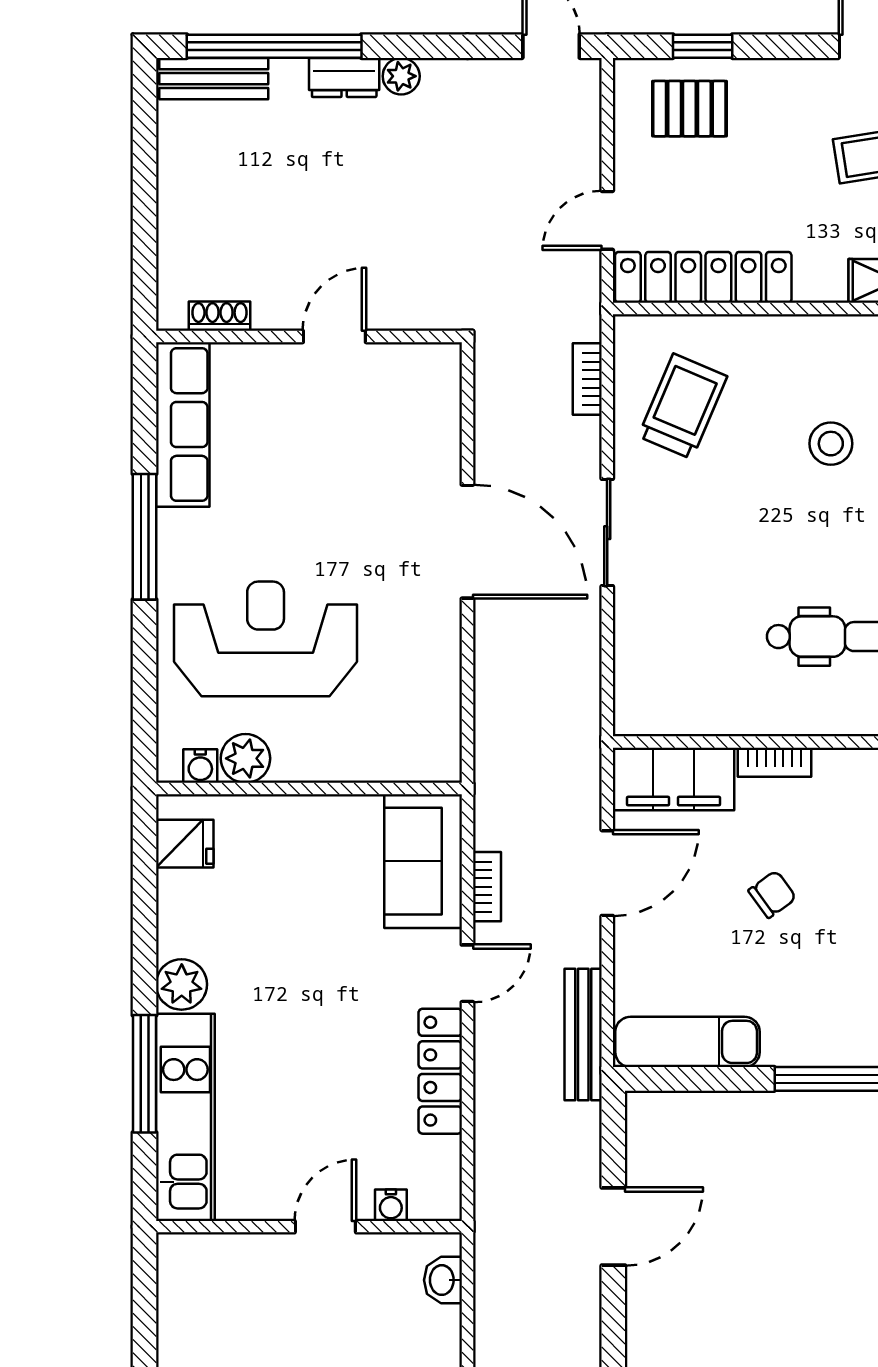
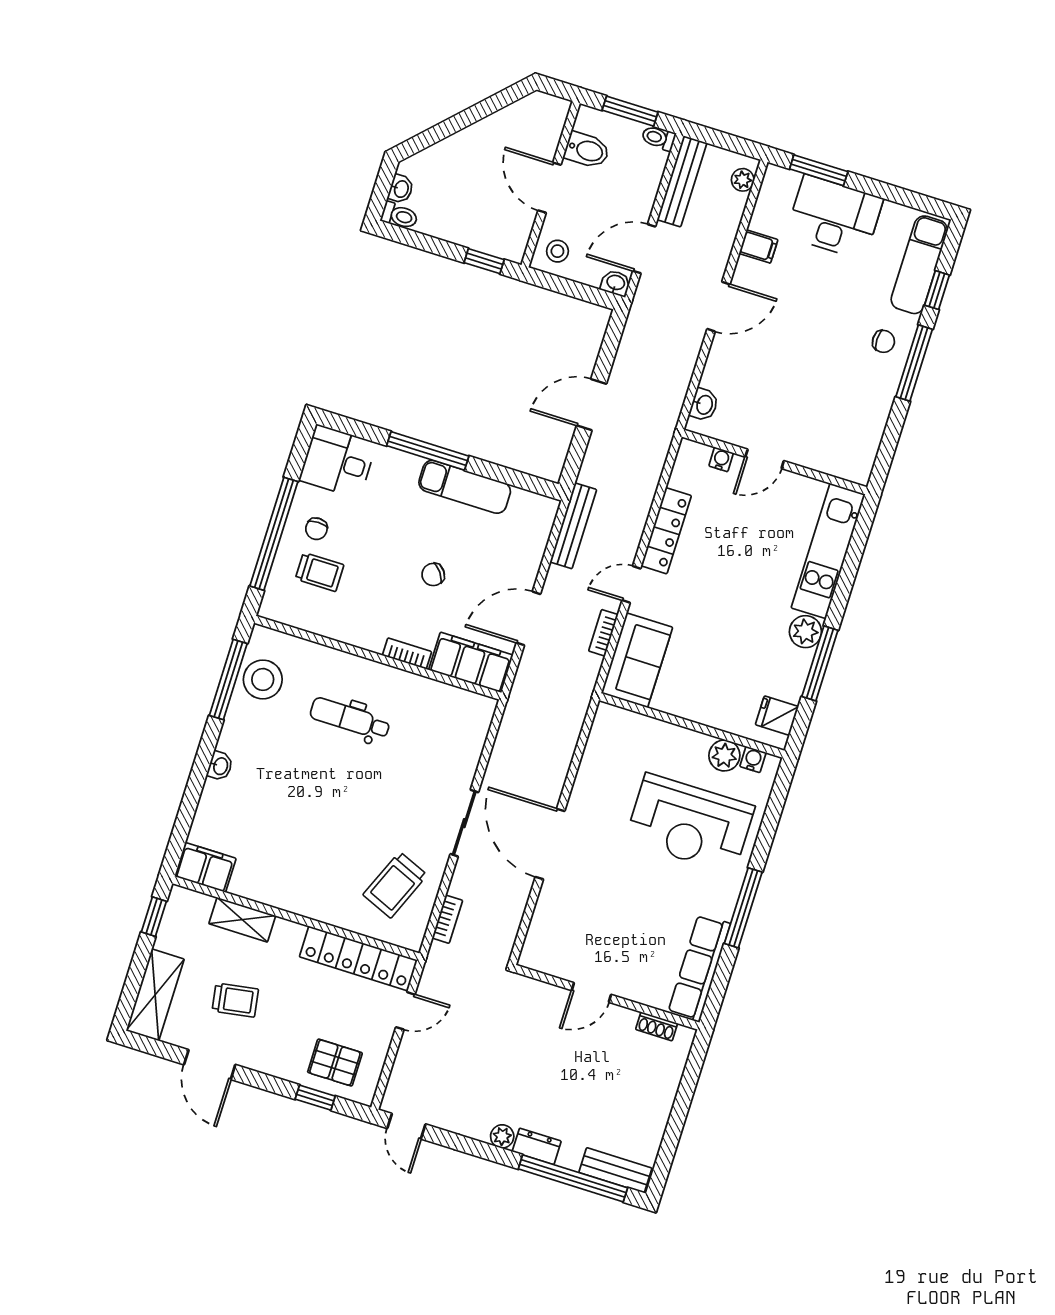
stool: (831, 444) -> (313, 834), removed
exam couch: (687, 1042) -> (465, 487), moved
window: (144, 1074) -> (820, 663), moved

